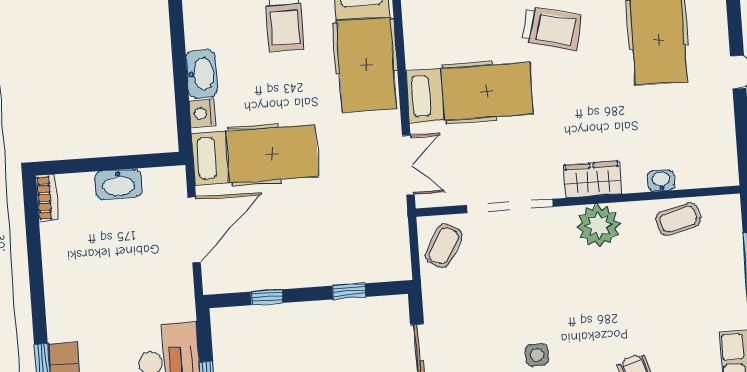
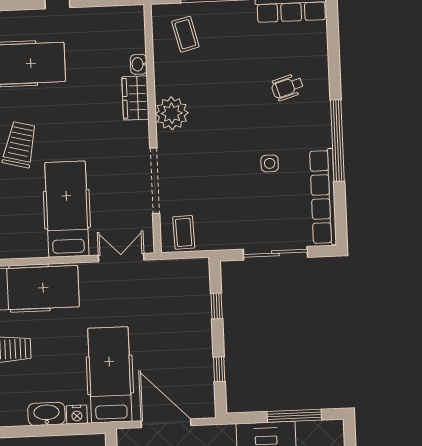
wardrobe: (592, 179) -> (135, 98), moved
coffee table: (678, 219) -> (185, 34), moved
coffee table: (444, 246) -> (184, 232), turned 57

